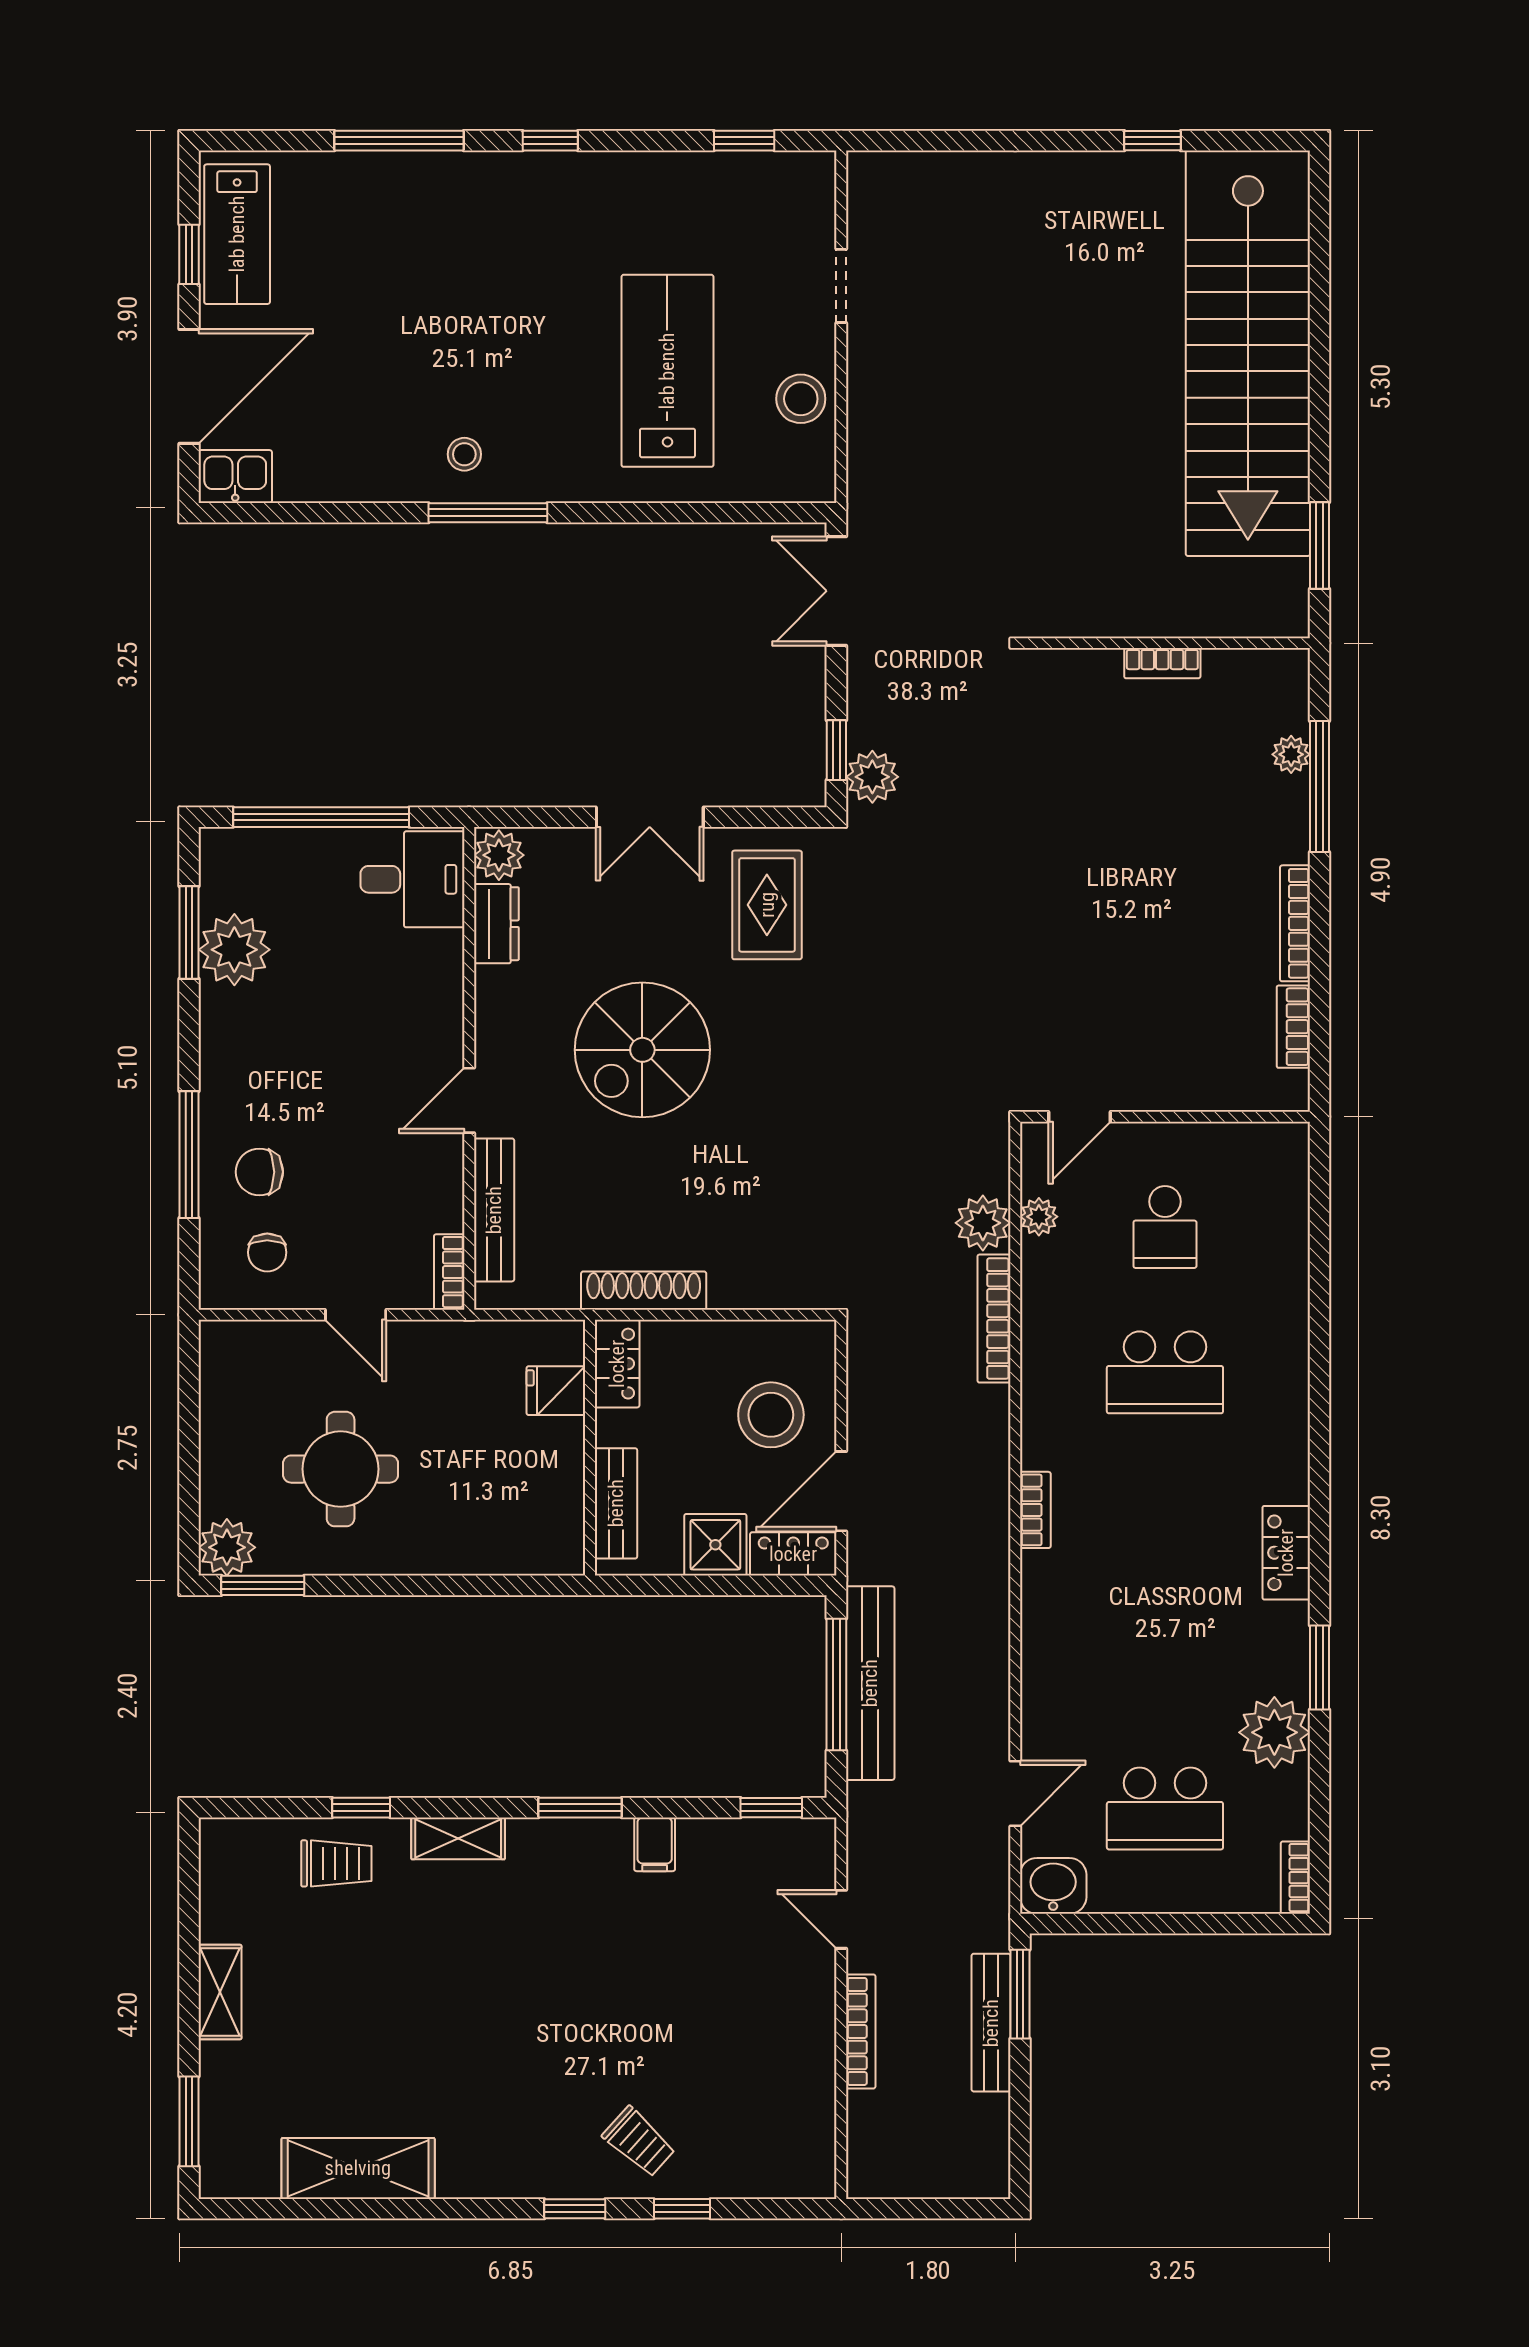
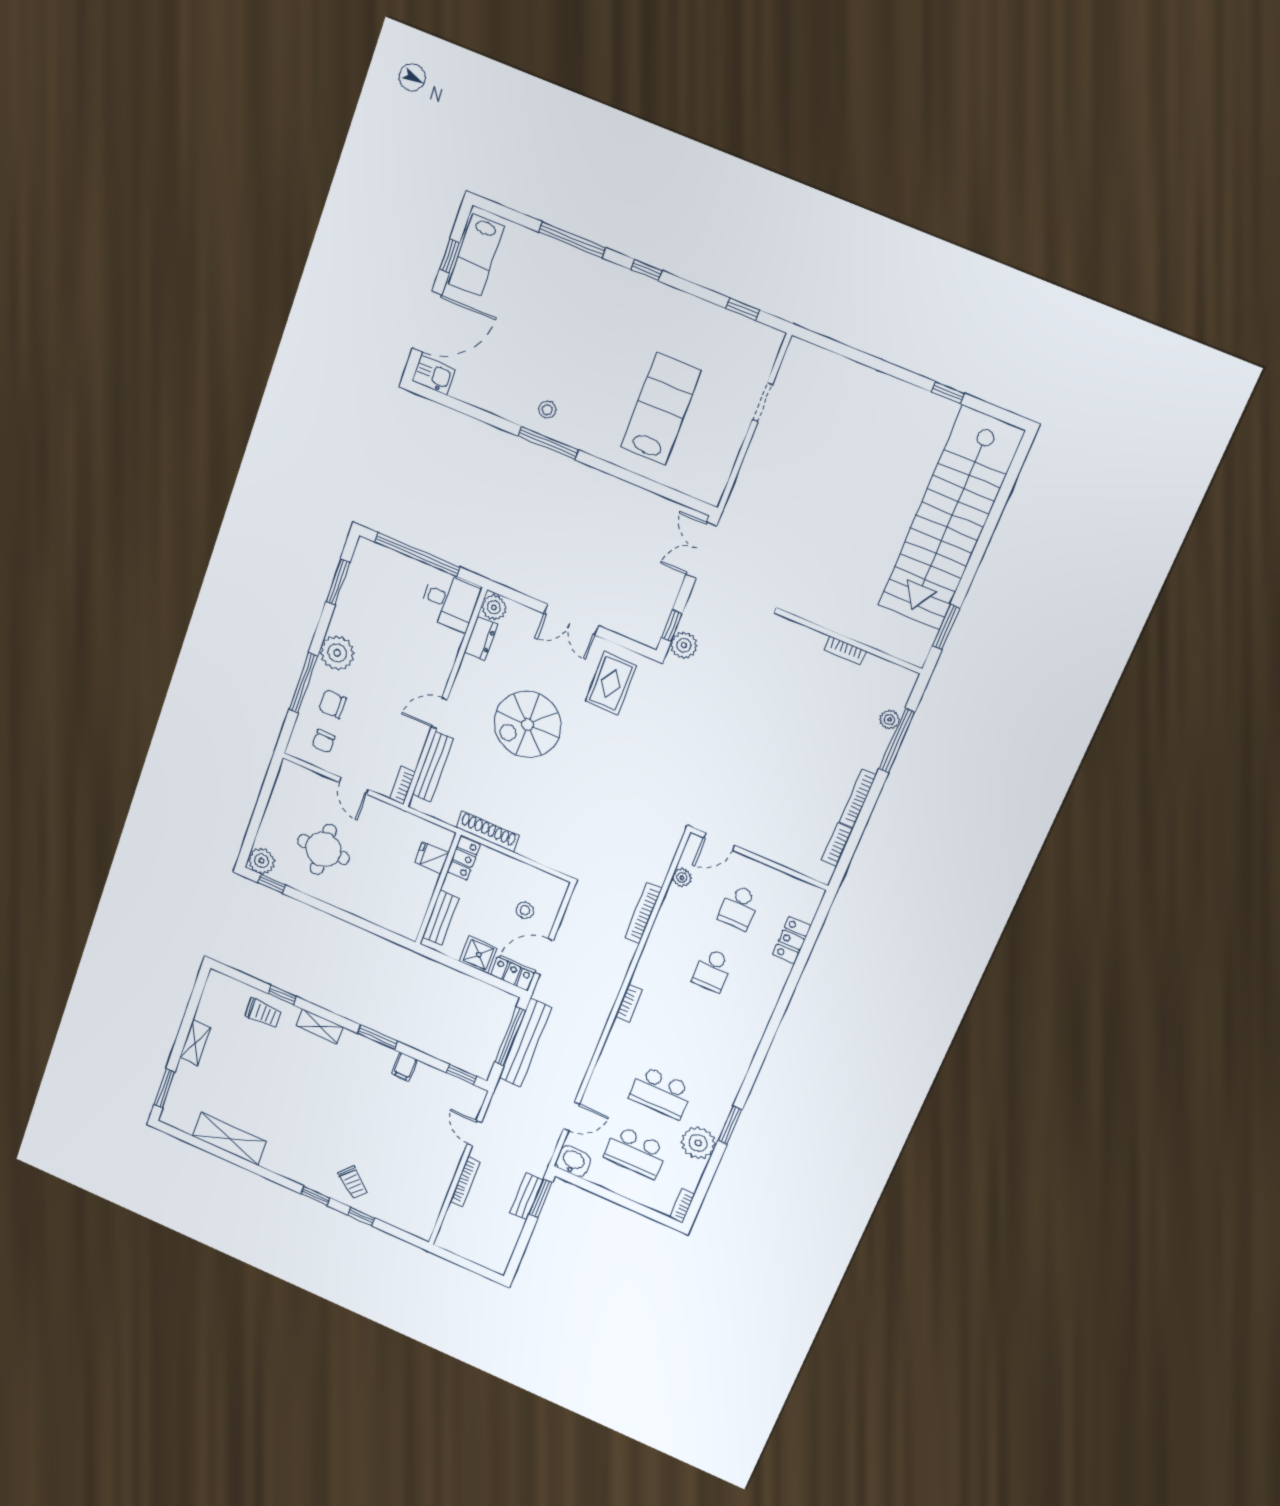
stool: (801, 399) -> (721, 450), removed
plant: (234, 950) -> (337, 653), moved
plant: (983, 1223) -> (655, 869), removed
school desk: (1165, 1372) -> (712, 970), width x0.54
stool: (771, 1415) -> (525, 910), width x0.53, depth x0.53
locker: (1286, 1553) -> (792, 940), moved
window: (263, 1585) -> (272, 884), width x0.67
school desk: (1165, 1663) -> (661, 1093), added
bench: (991, 2023) -> (526, 1196), width x0.73

